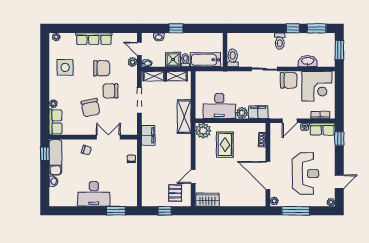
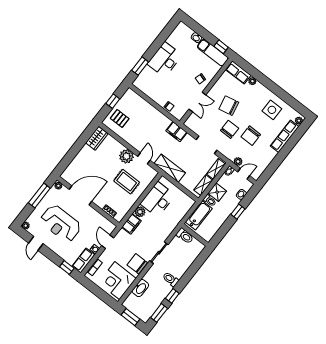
row of seats: (94, 39) -> (285, 136), moved
chair: (289, 80) -> (137, 264), turned 90
plant: (203, 131) -> (126, 156), moved
door: (193, 177) -> (144, 158), moved

